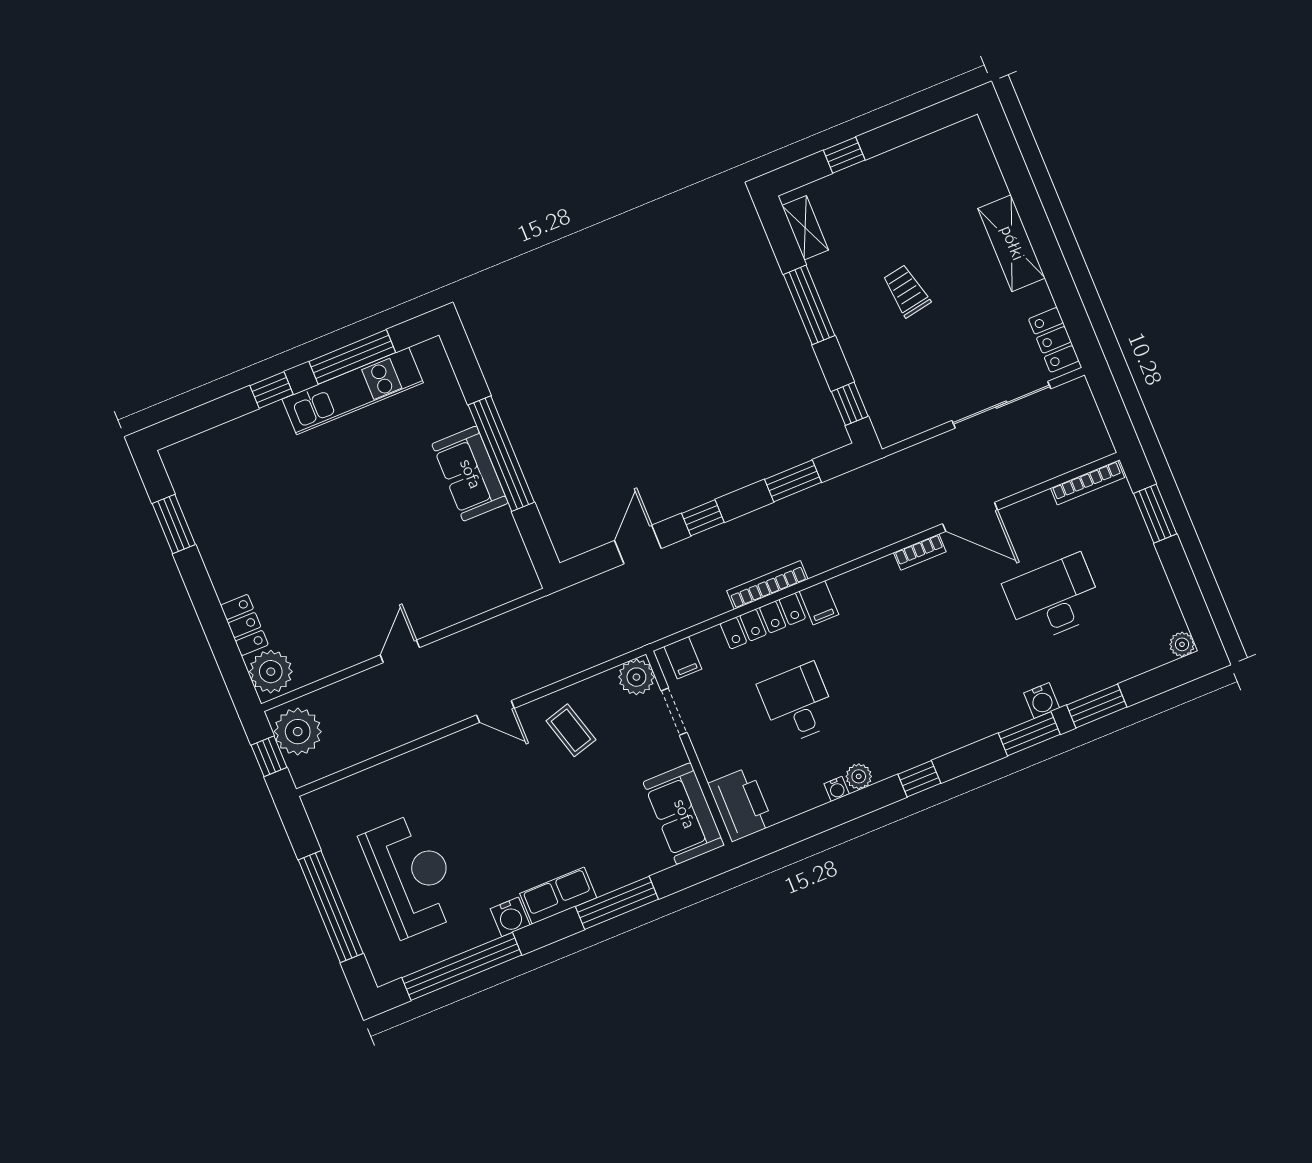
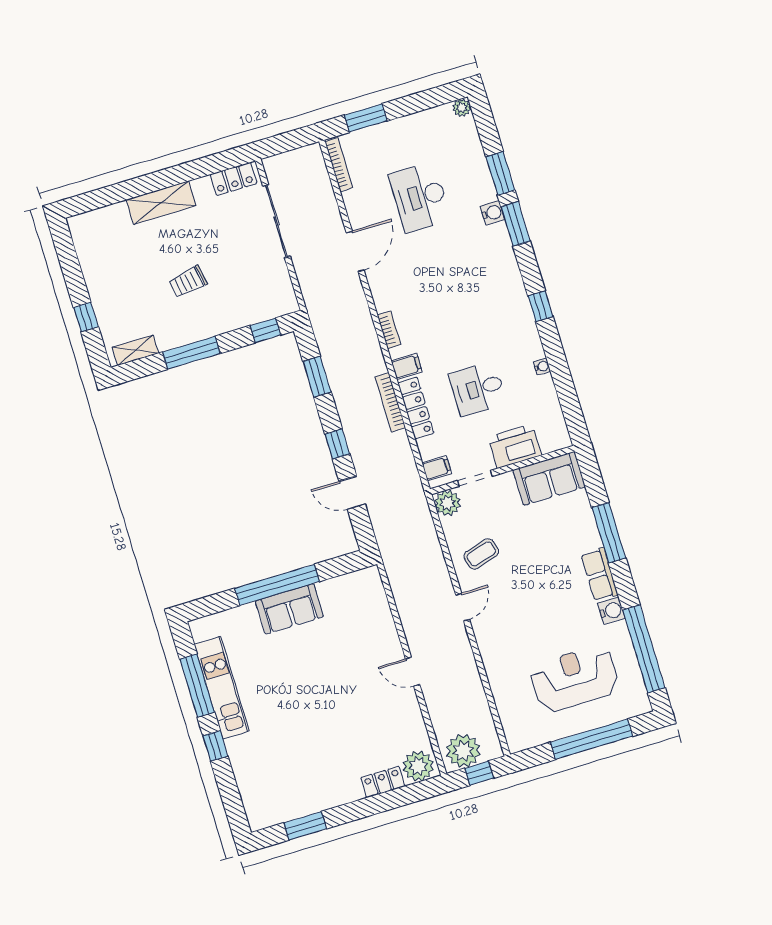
bookcase: (920, 552) -> (389, 330), moved
plant: (859, 776) -> (535, 350), removed
printer: (741, 804) -> (515, 446), moved

